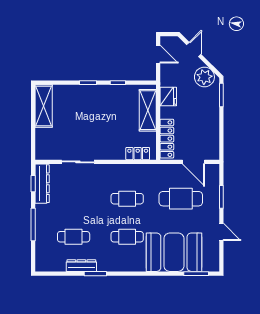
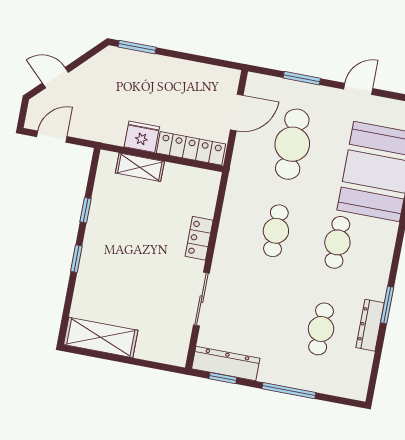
plant: (204, 77) -> (103, 69), removed
fridge: (168, 97) -> (142, 137), moved
shelving: (148, 110) -> (140, 167), width x0.67, depth x0.75
locker: (138, 154) -> (199, 238), moved

